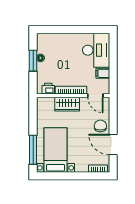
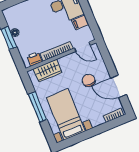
wardrobe: (67, 104) -> (48, 71), moved
chair: (100, 126) -> (89, 80), moved
window: (33, 150) -> (37, 107), moved

